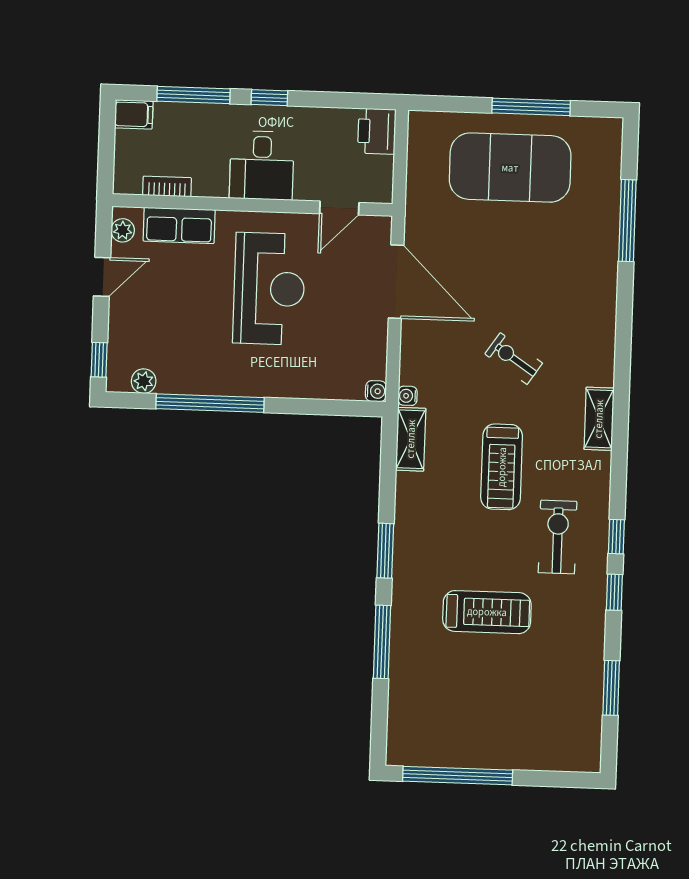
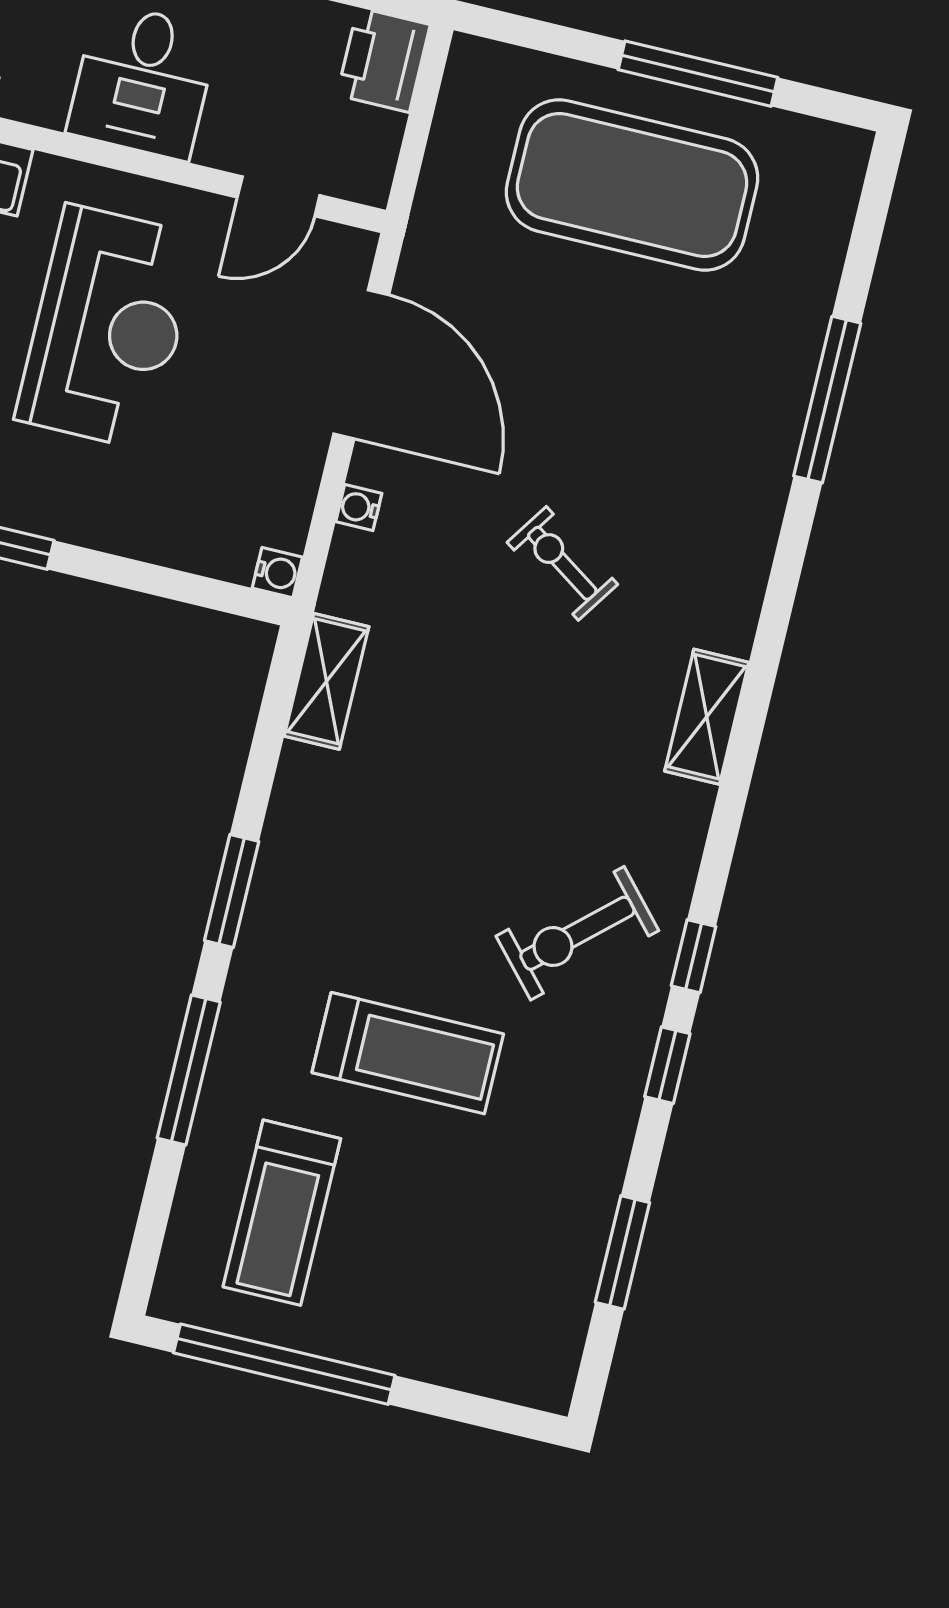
window: (627, 221) -> (827, 400), moved
water cooler: (408, 396) -> (359, 507), moved
treadmill: (502, 467) -> (282, 1213), moved
exercise bike: (558, 537) -> (577, 933), turned -132

